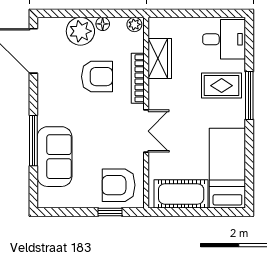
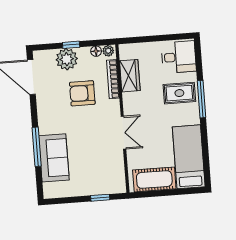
window: (87, 13) -> (71, 45), added
floor lamp: (103, 24) -> (96, 51), moved
armchair: (97, 77) -> (82, 93), turned 180
bookcase: (138, 78) -> (113, 79), moved
armchair: (119, 185) -> (105, 176), removed

